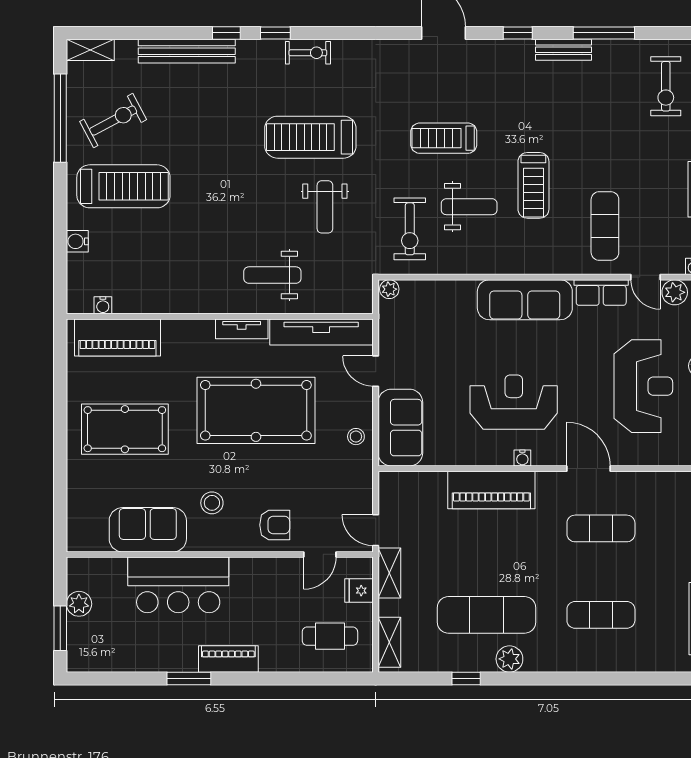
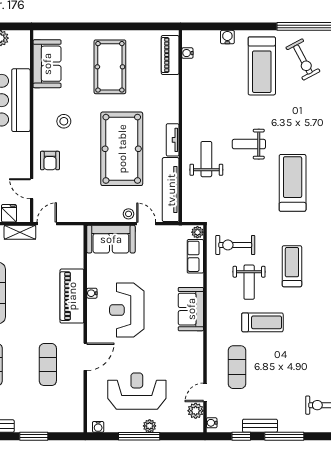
treadmill: (533, 185) -> (262, 322), turned 180
weight bench: (325, 207) -> (249, 144), moved
exercise mat: (605, 226) -> (237, 367), turned 90
row of seats: (601, 293) -> (195, 256), moved
sofa: (525, 300) -> (191, 309), width x0.73
piano: (117, 337) -> (170, 55), width x0.73, depth x0.75
door: (376, 371) -> (146, 224), hinge flipped
reception desk: (643, 386) -> (137, 391), turned 180
reception desk: (514, 402) -> (127, 310), turned 180
stool: (356, 437) -> (129, 214), moved
water cooler: (522, 458) -> (92, 293), moved
sofa: (148, 530) -> (47, 64), moved

